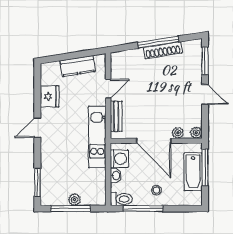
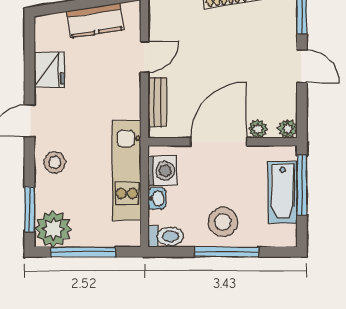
kitchen unit: (97, 137) -> (127, 170), moved
door: (154, 141) -> (218, 142), swing flipped
stool: (53, 153) -> (55, 162), added
stool: (156, 190) -> (223, 222), width x1.89, depth x1.89
plant: (74, 200) -> (53, 229), moved, width x1.87, depth x1.87
window: (143, 209) -> (227, 252), moved

